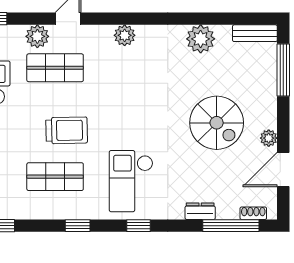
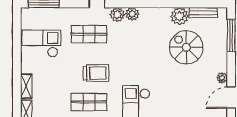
bench: (255, 33) -> (203, 13), moved
plant: (37, 36) -> (117, 15), moved
spiral stairs: (217, 123) -> (186, 47), moved, turned 180

